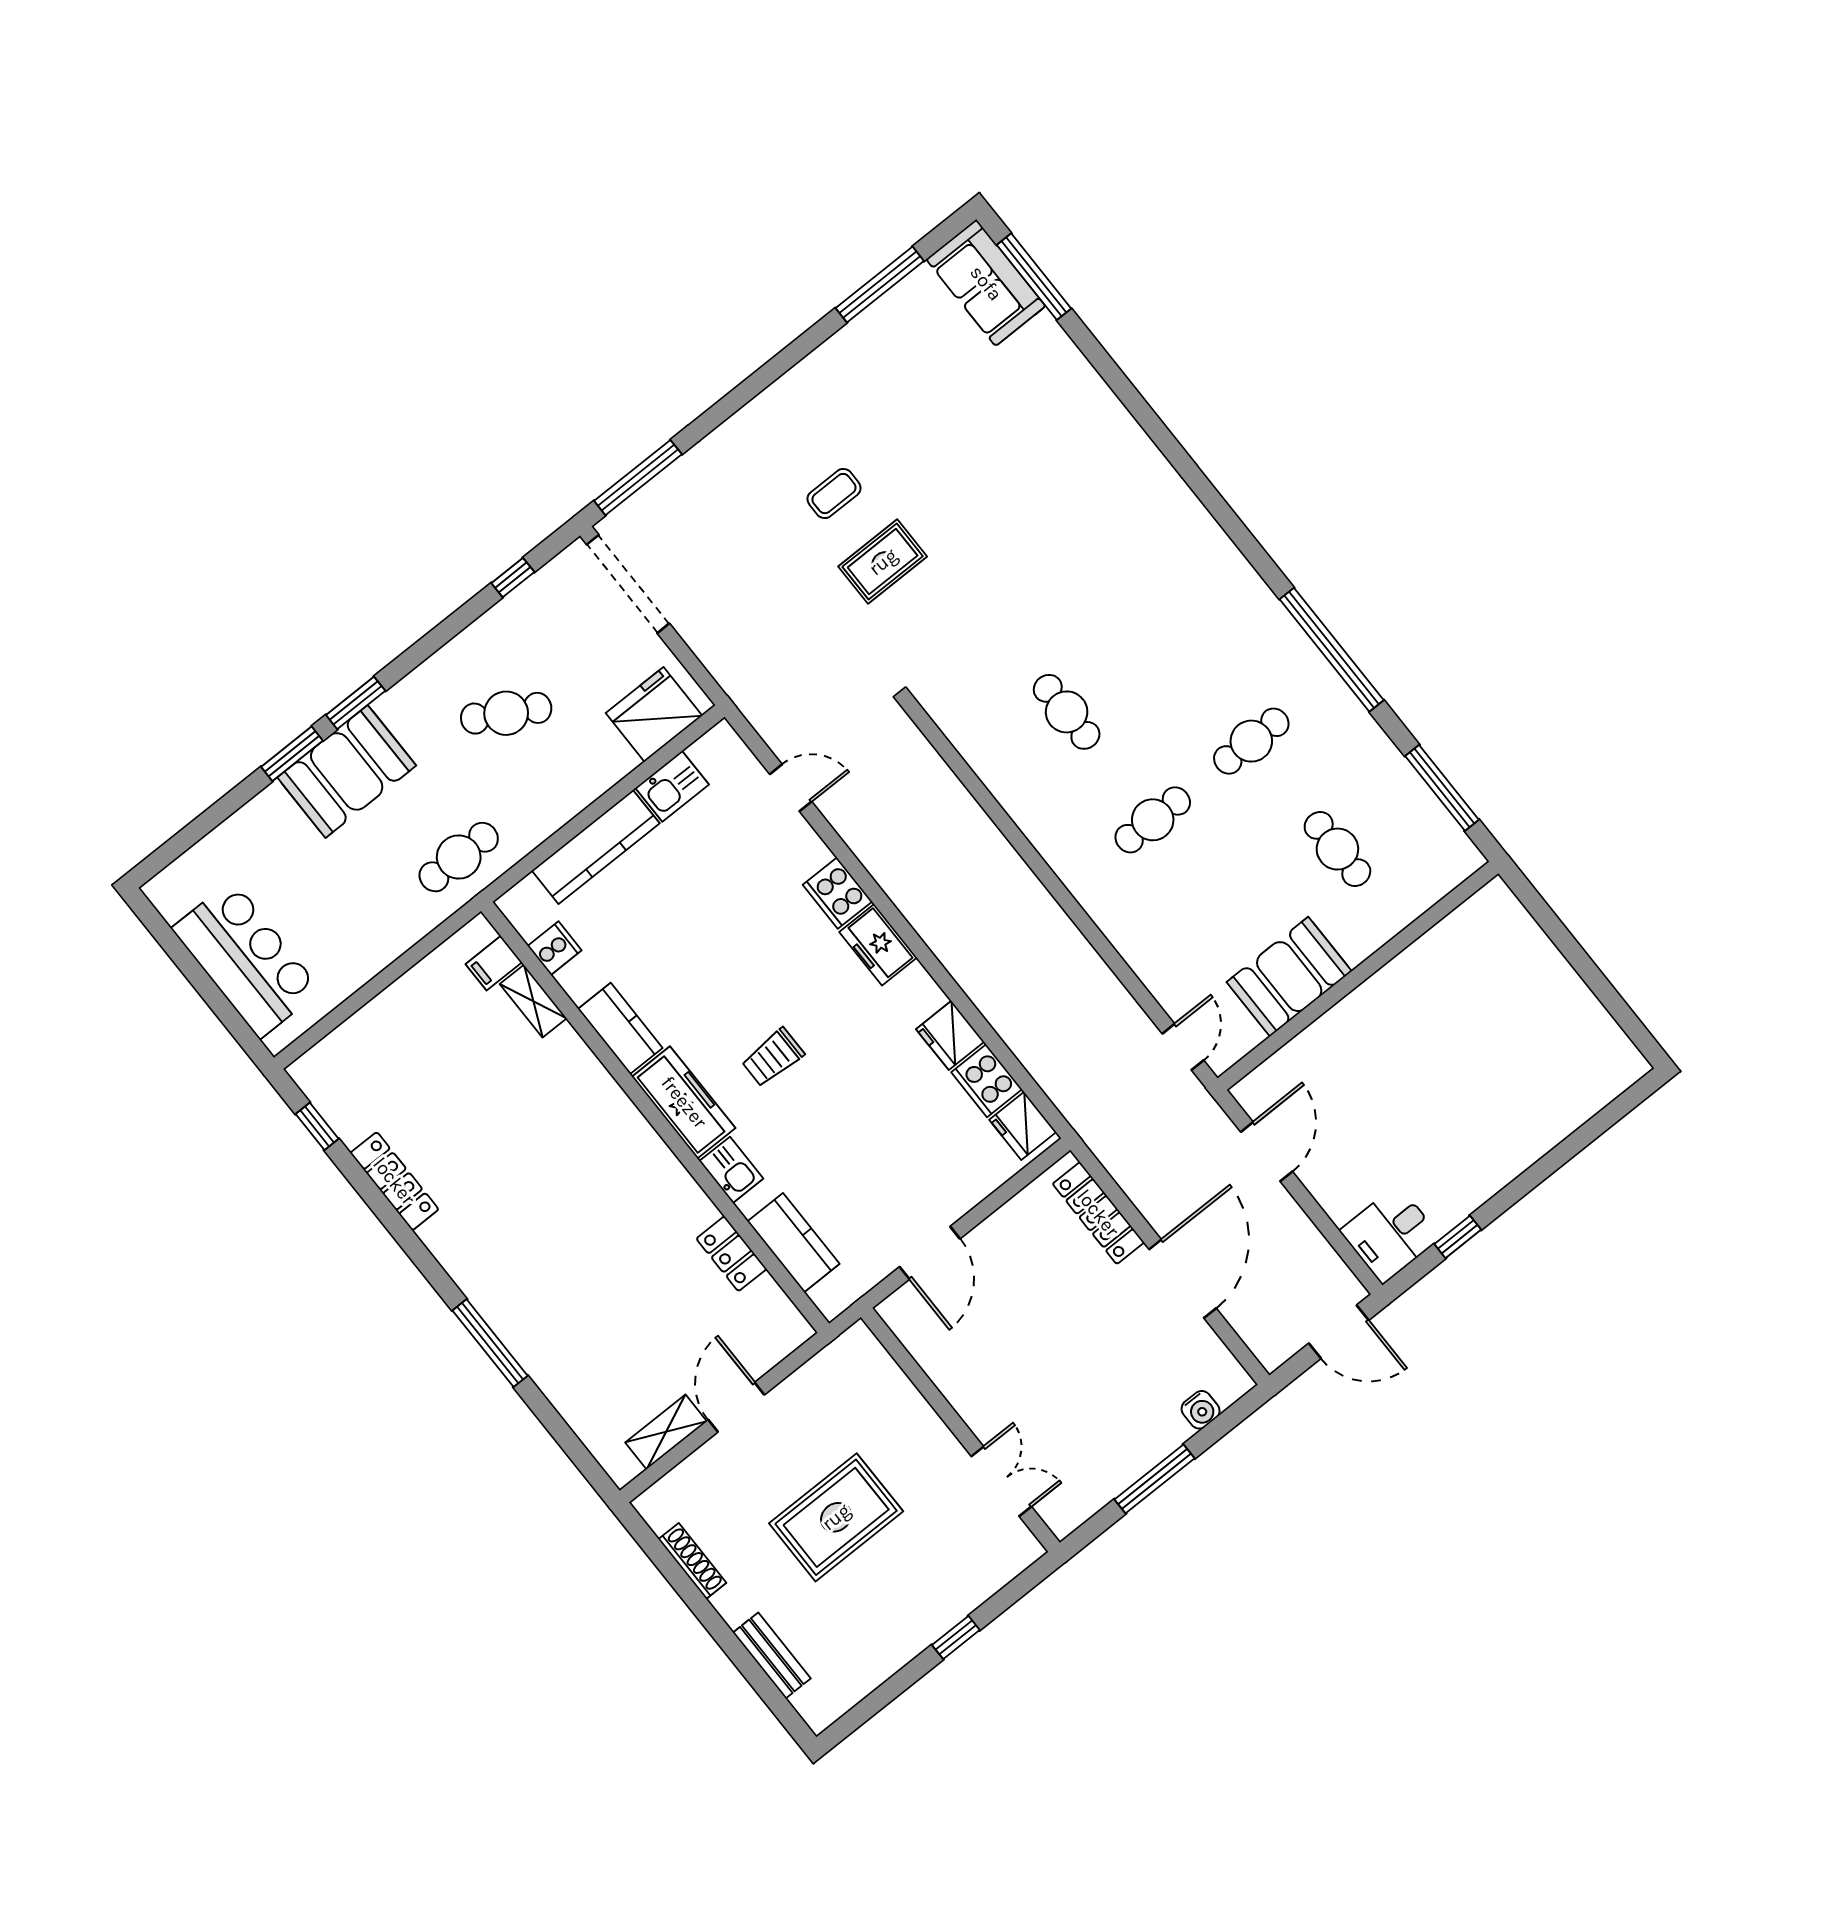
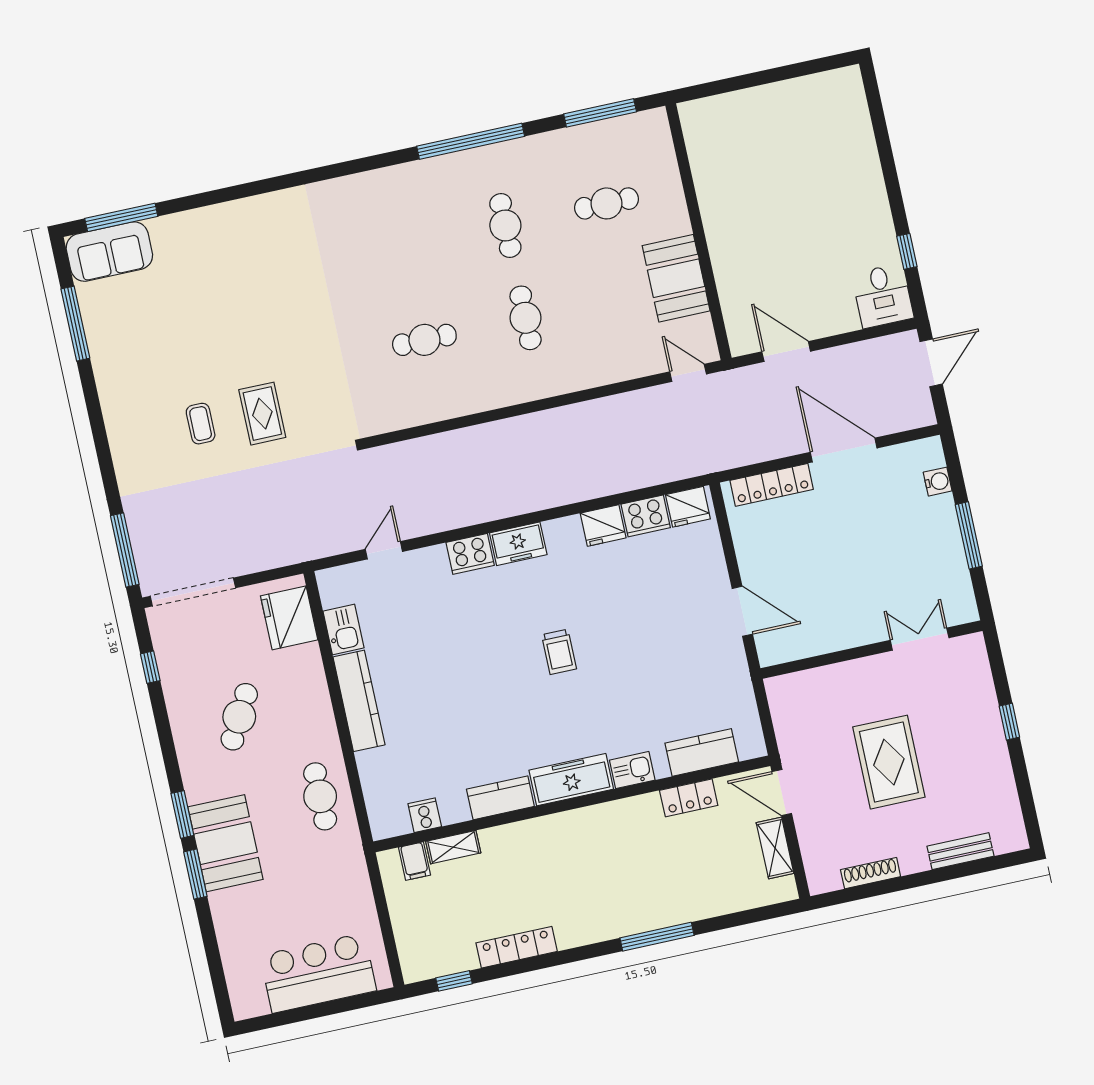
cooker: (555, 948) -> (425, 815), moved
filing cabinet: (494, 963) -> (415, 861), moved
shelving: (533, 1001) -> (453, 847), moved
kitchen counter: (620, 1028) -> (500, 798), moved
freezer: (684, 1102) -> (571, 780), moved
wall: (655, 1117) -> (572, 804), moved
kitchen sink: (731, 1170) -> (632, 770), moved
kitchen counter: (793, 1243) -> (702, 752), moved
locker: (731, 1254) -> (689, 798), moved

